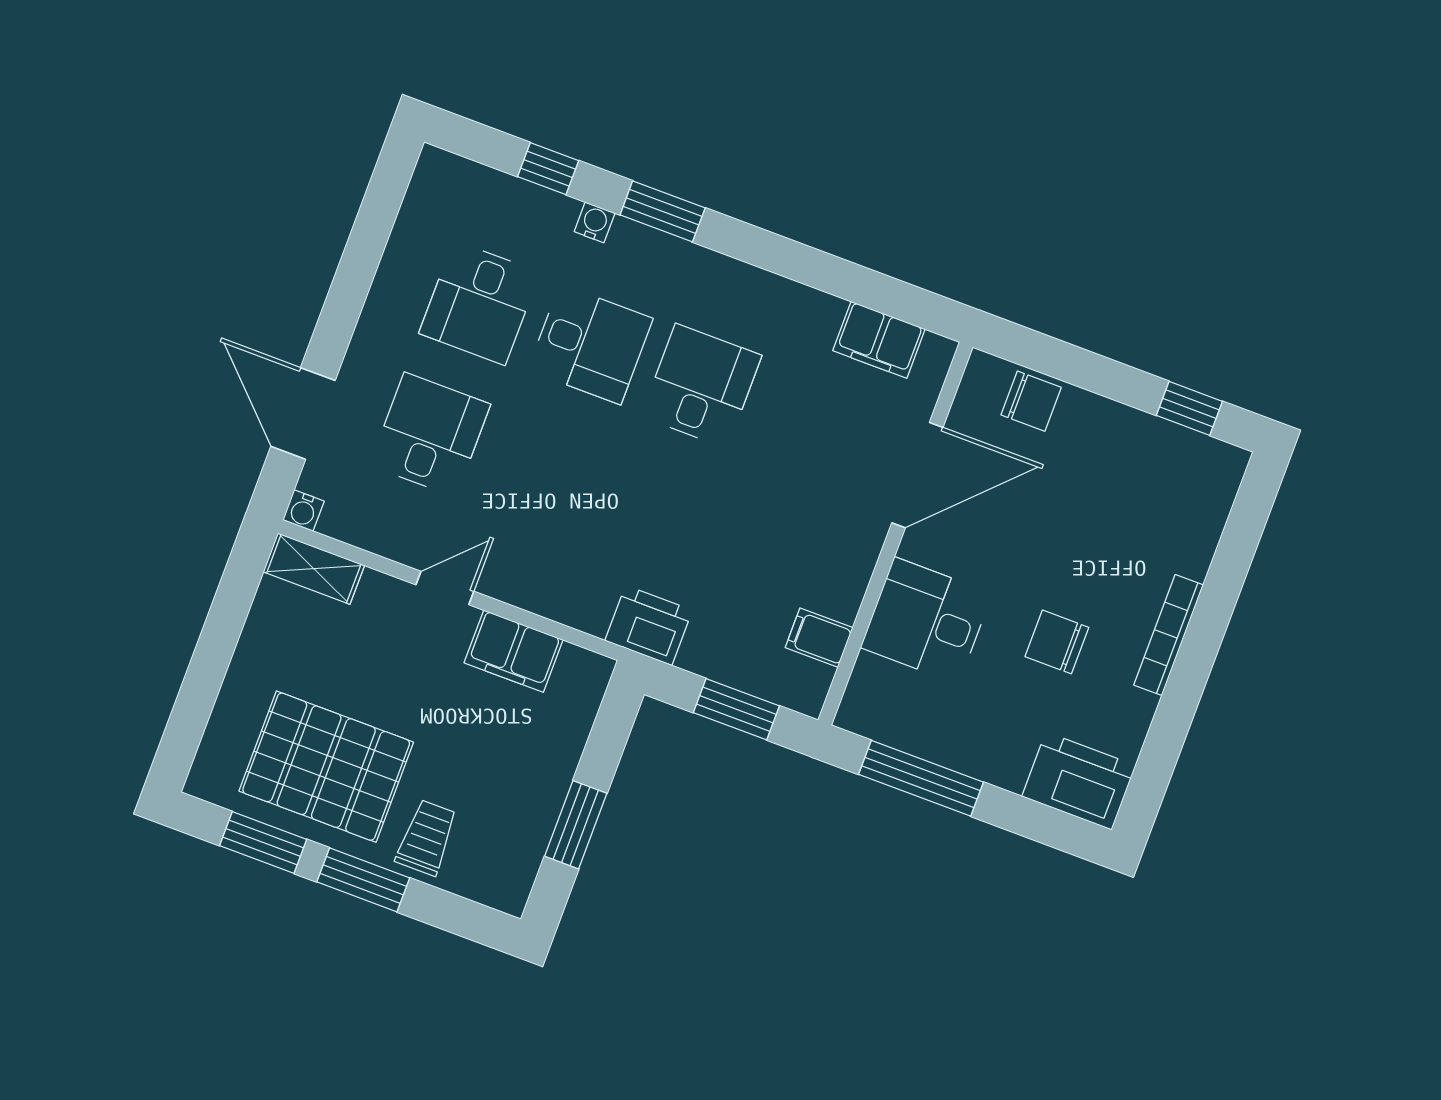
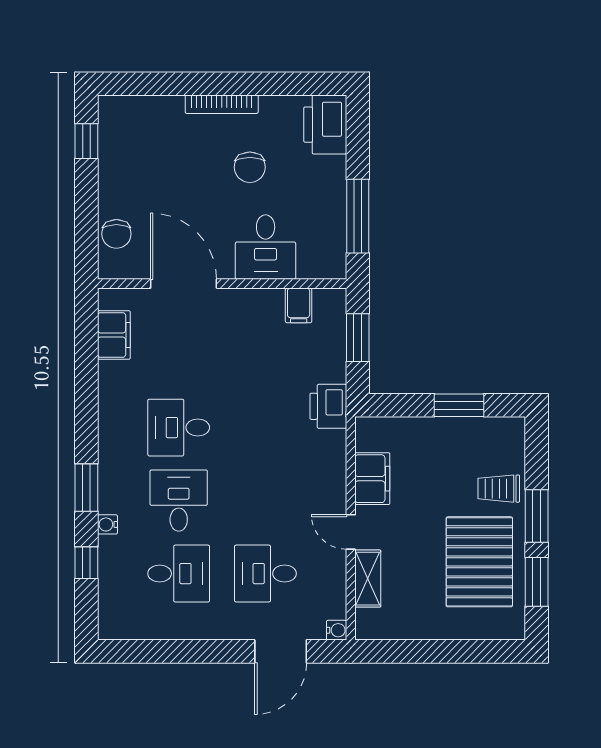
chair: (1031, 401) -> (116, 234), turned 180
shelving: (314, 569) -> (368, 579), moved

